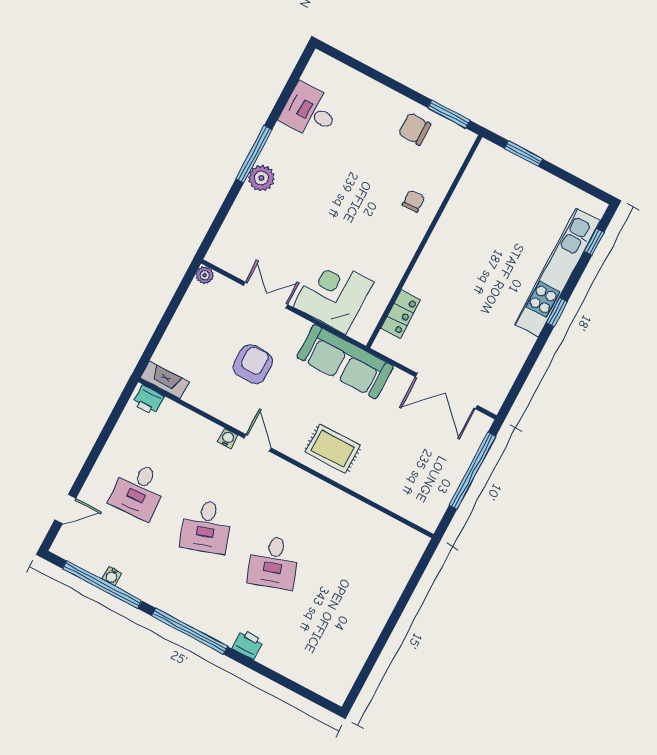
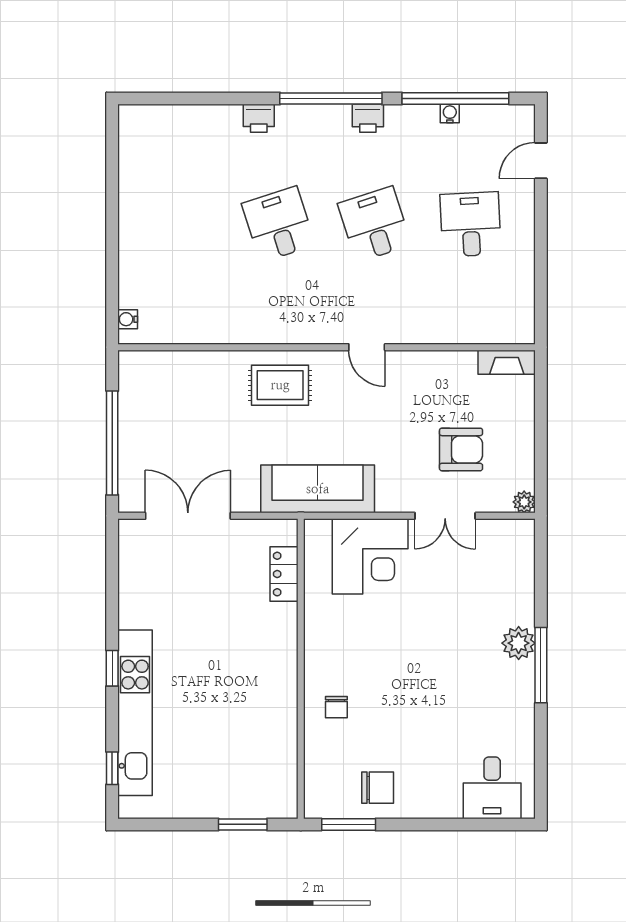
desk: (310, 111) -> (492, 788), moved, turned 90
armchair: (253, 364) -> (461, 449), moved, turned -90
printer: (148, 400) -> (368, 118), moved, turned 180
water cooler: (228, 438) -> (128, 319), moved, turned 90

